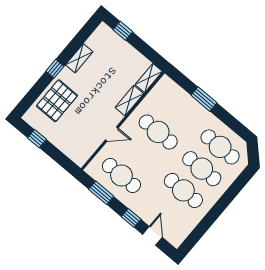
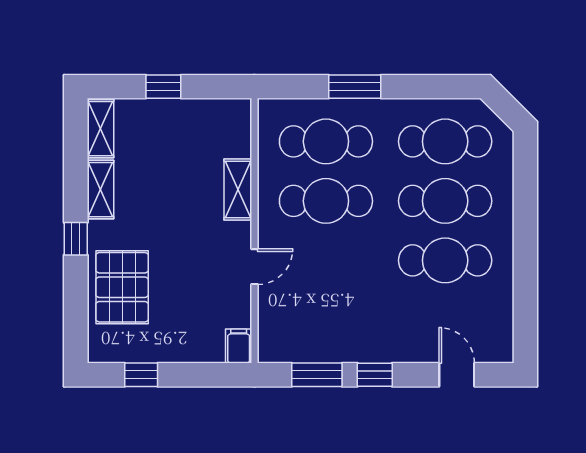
window: (123, 31) -> (163, 87), moved
shelving: (149, 78) -> (100, 129), moved
filing cabinet: (81, 158) -> (239, 346), added
cafe table: (121, 176) -> (326, 141), moved
window: (131, 218) -> (375, 375), moved

